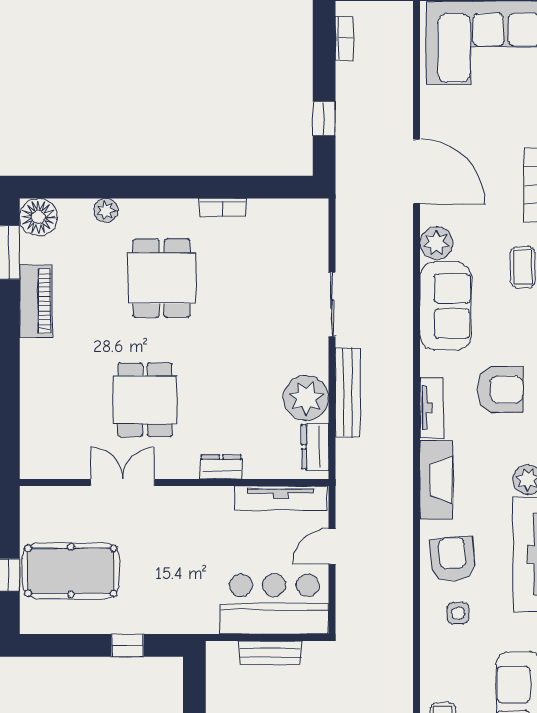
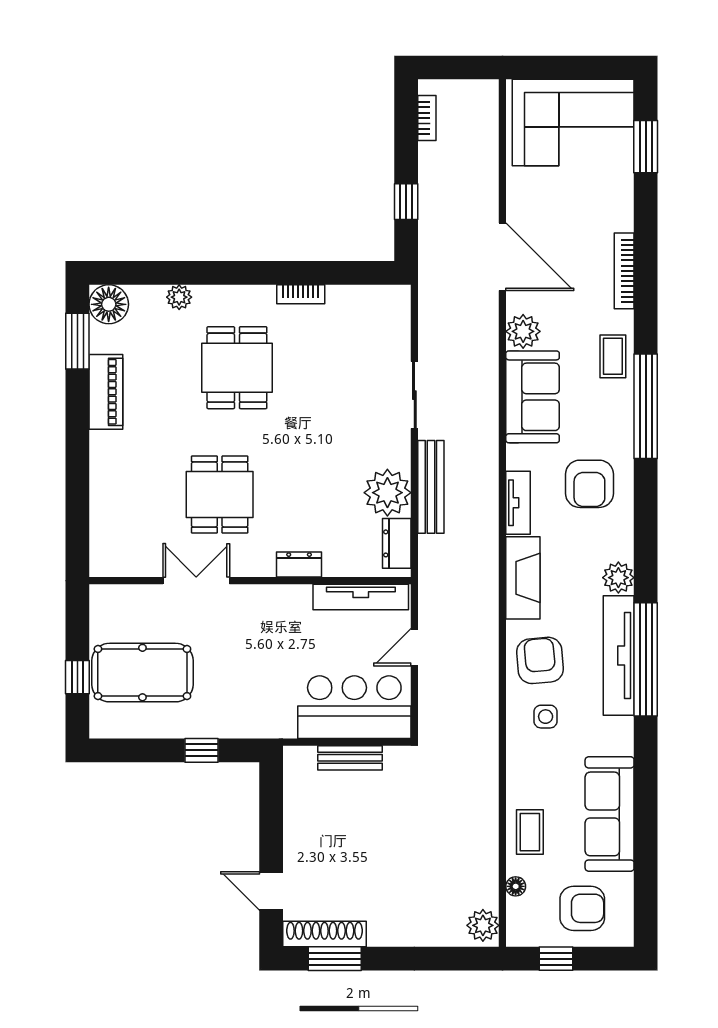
armchair: (500, 390) -> (589, 484), turned 90

